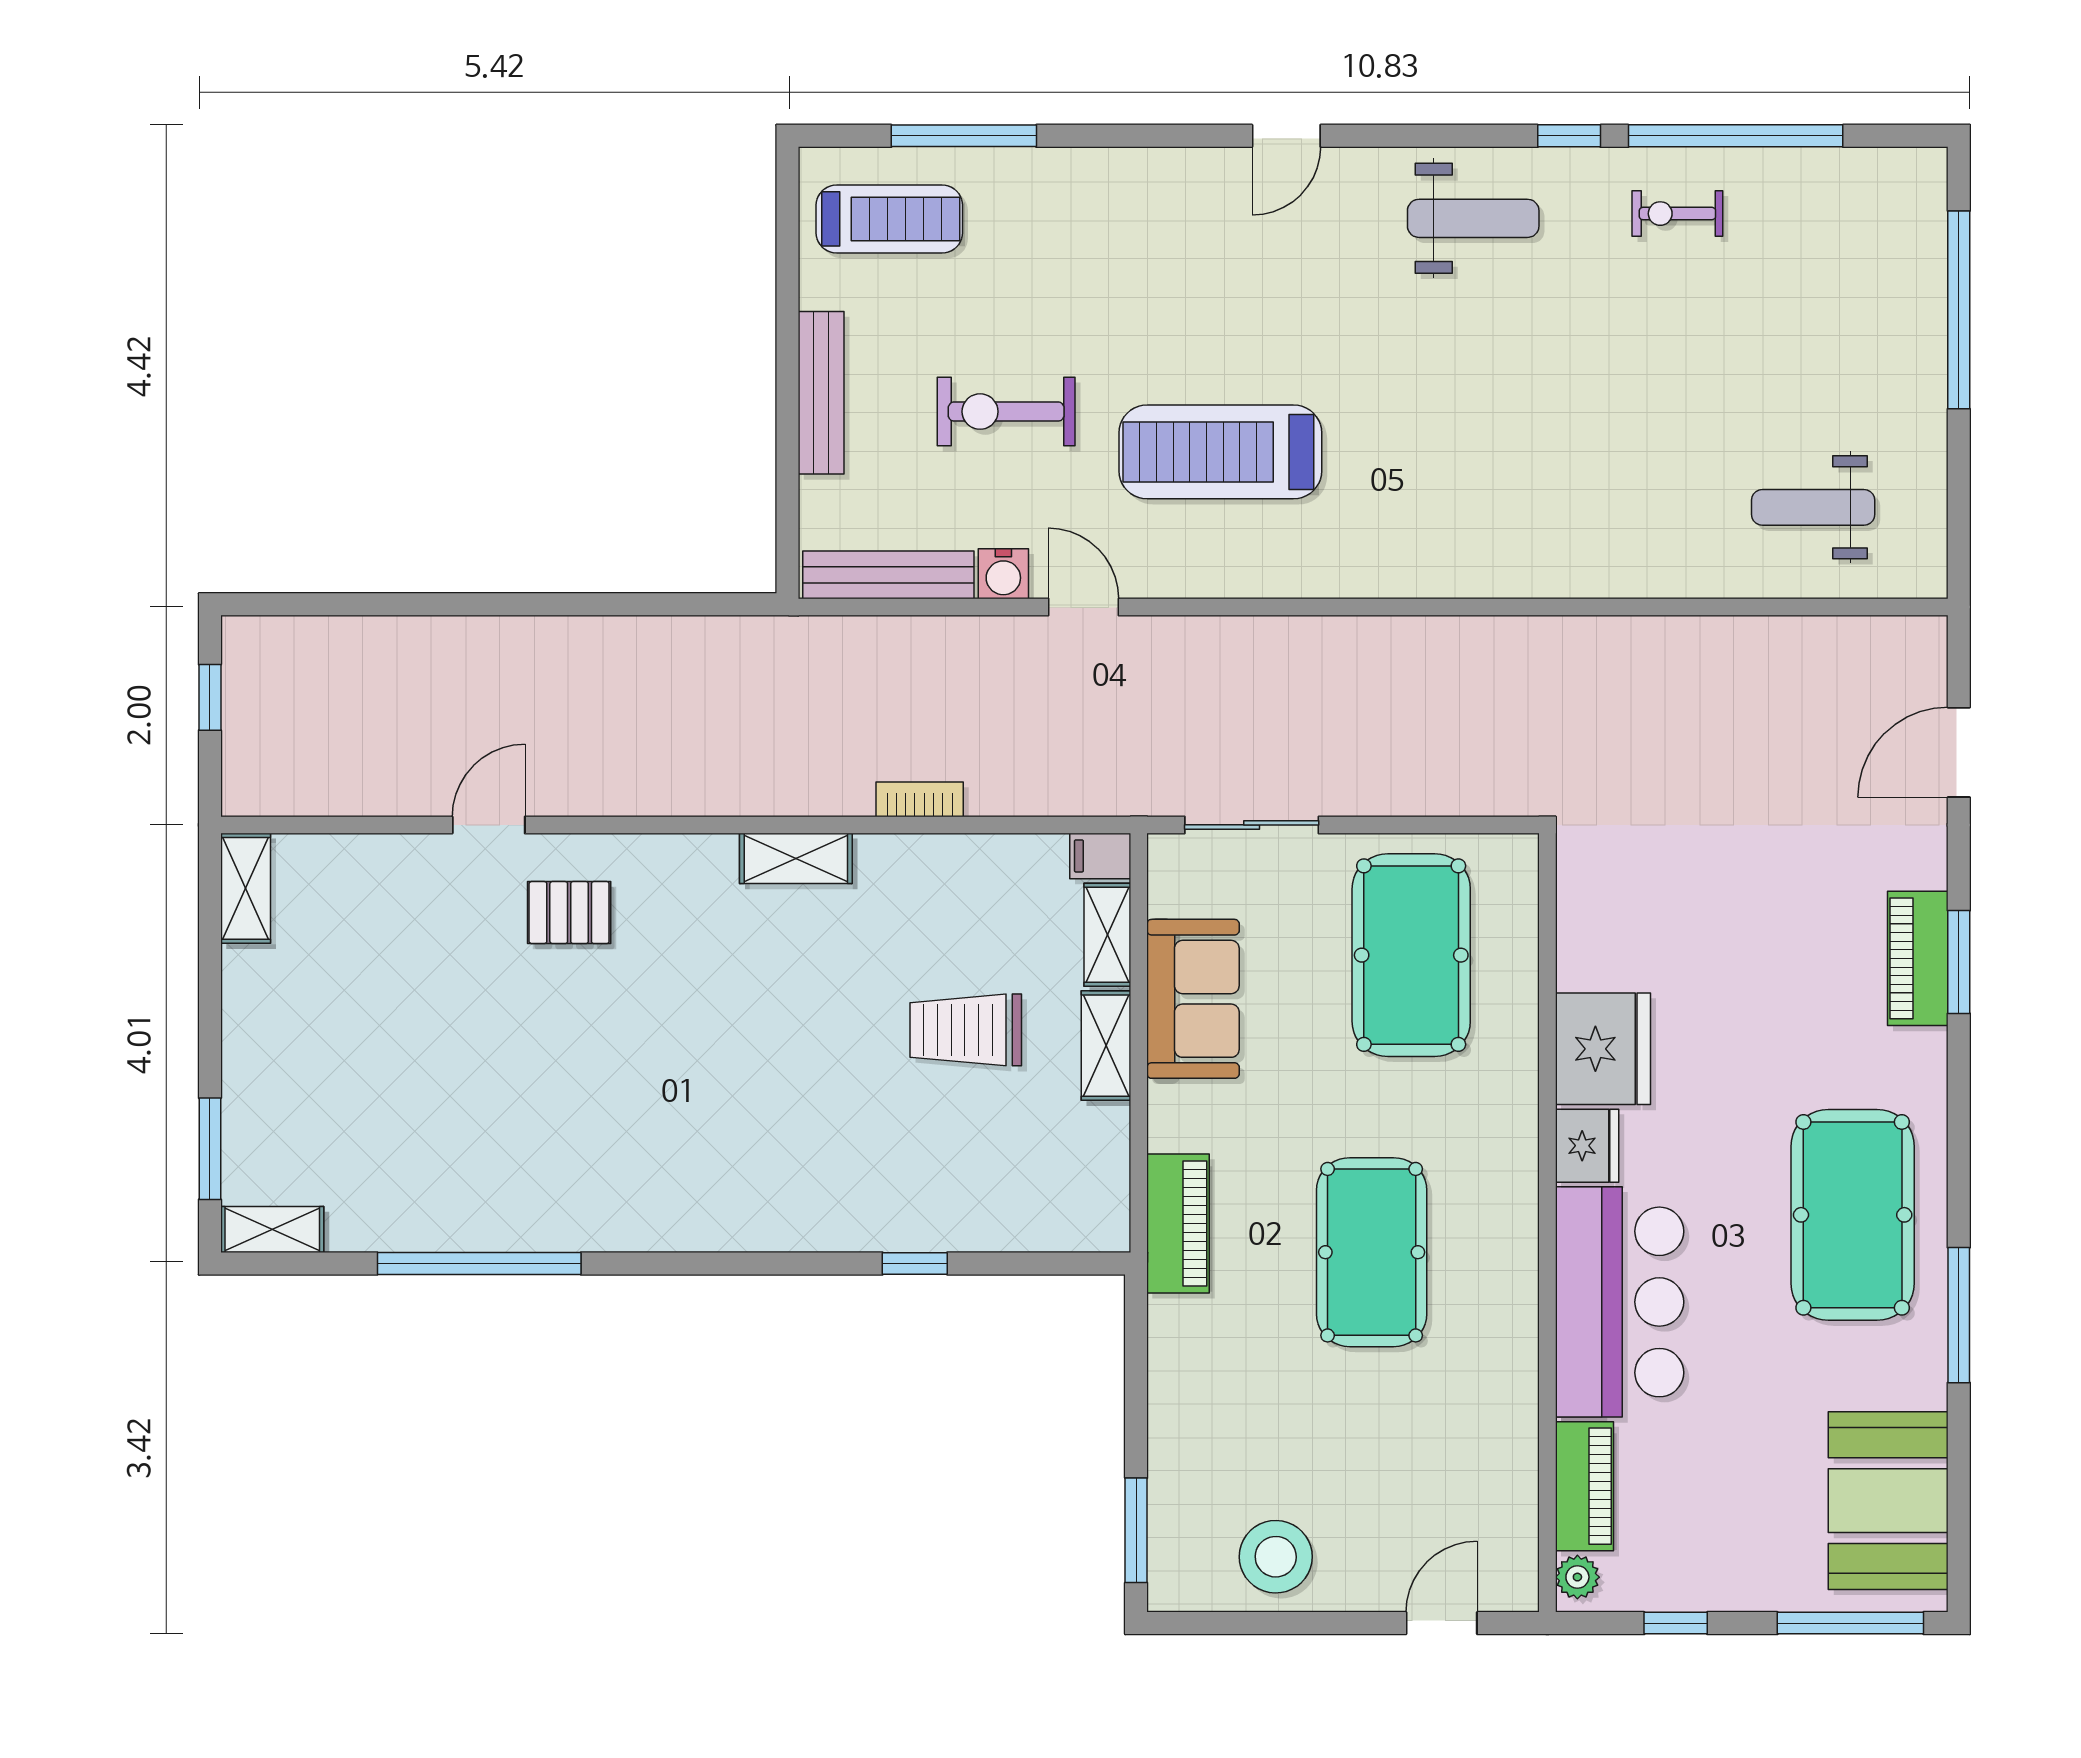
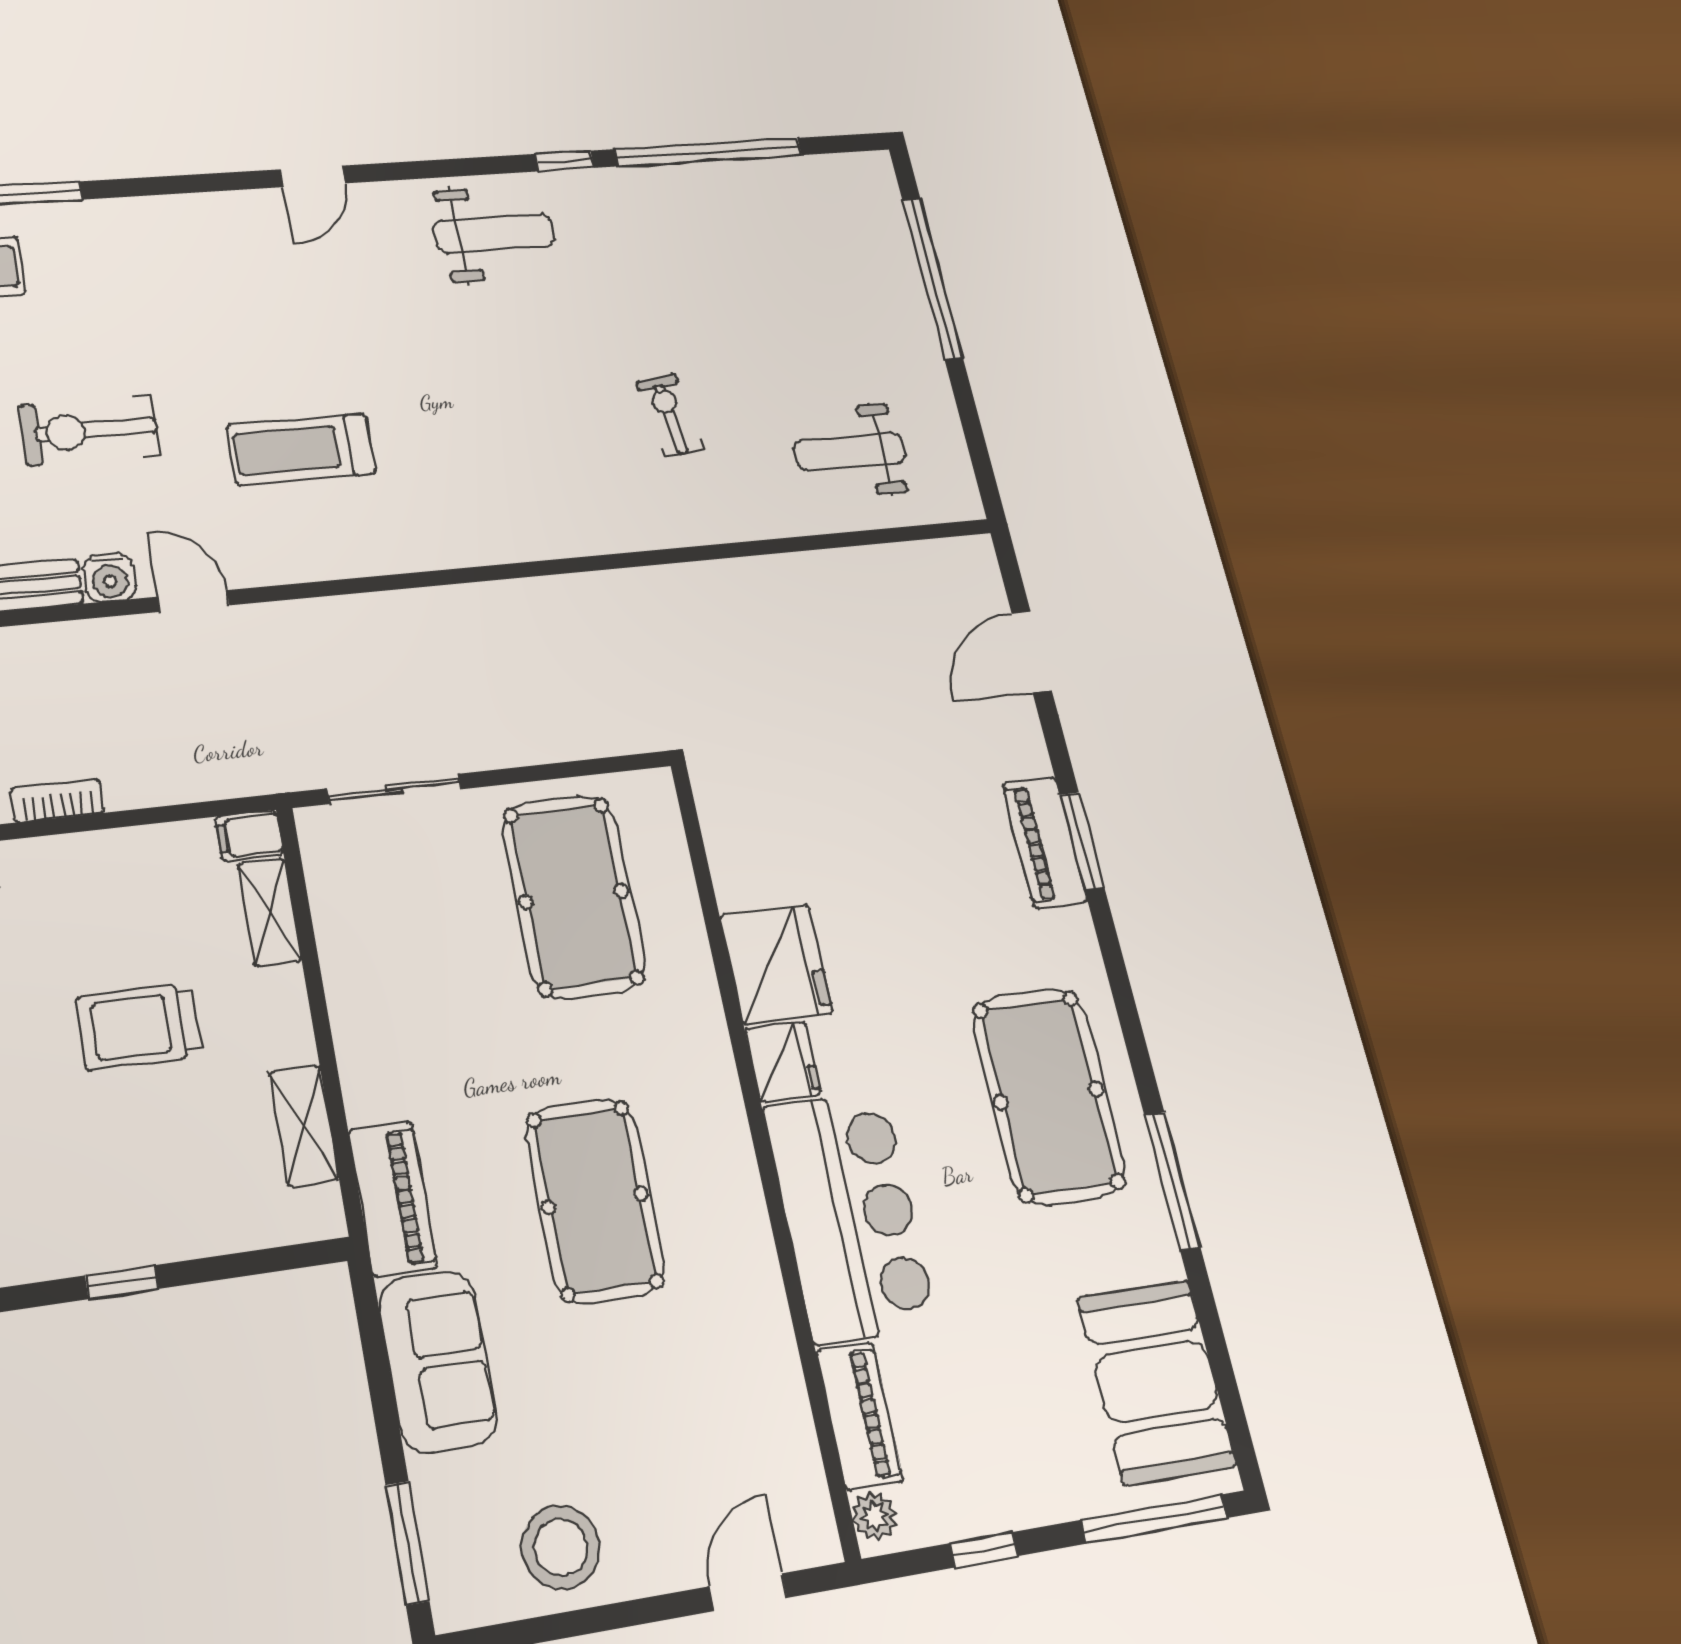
exercise bike: (1677, 214) -> (669, 415), moved, turned 82
treadmill: (1220, 452) -> (301, 449), width x0.73, depth x0.73
sofa: (1193, 999) -> (438, 1361), moved
shelving: (1106, 1046) -> (304, 1126), moved

